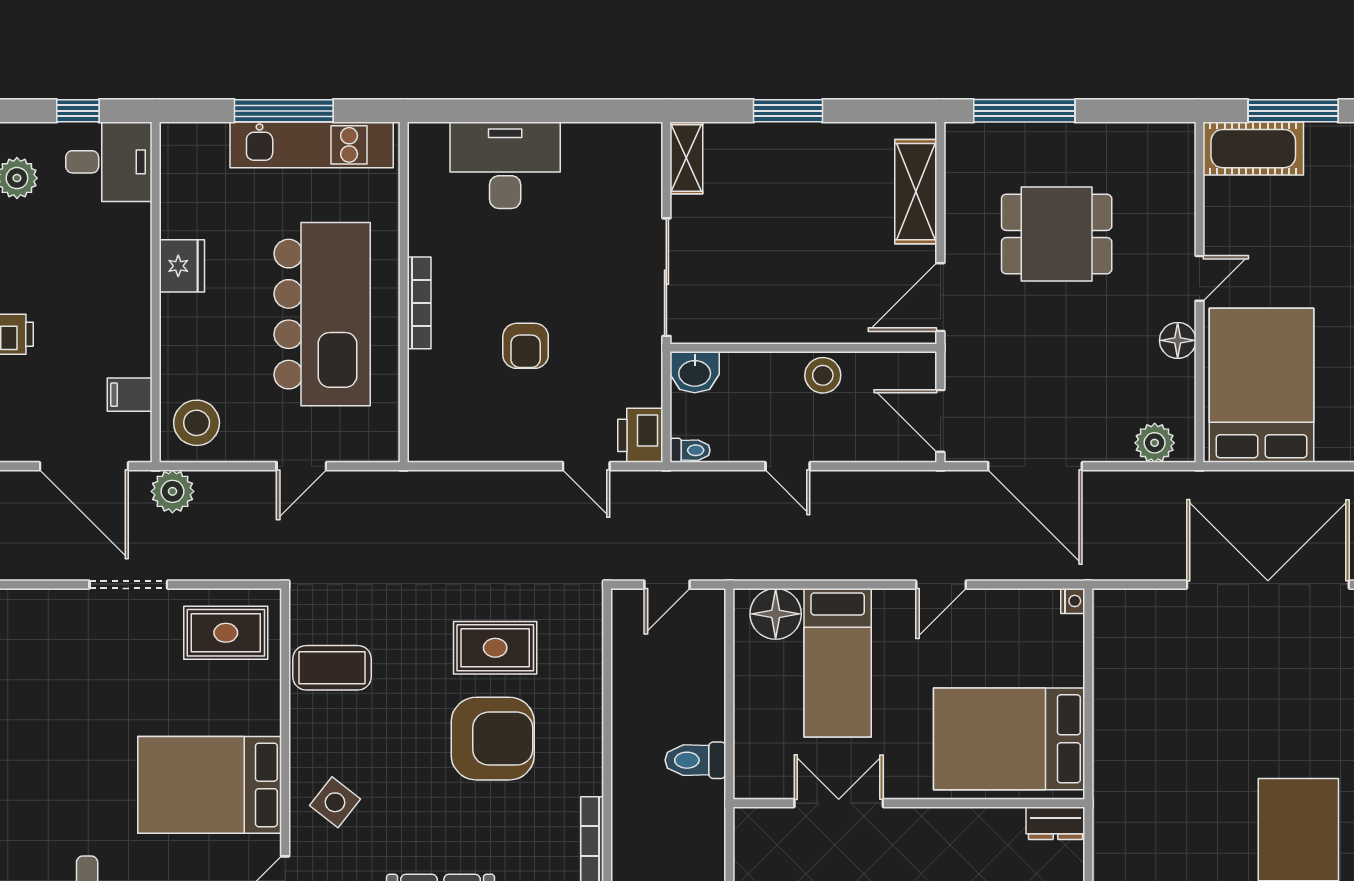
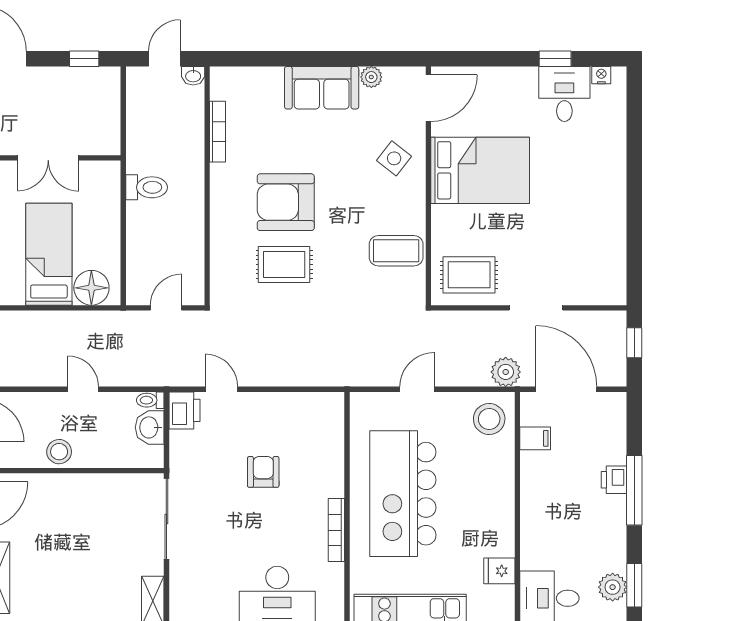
fridge: (182, 266) -> (499, 571), moved, width x0.72
bookcase: (419, 303) -> (336, 530), moved
washbasin: (695, 372) -> (150, 427), moved, turned -90

